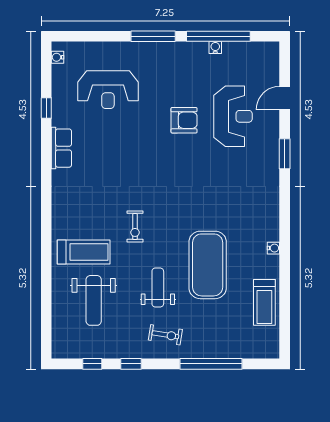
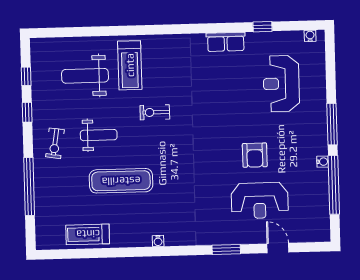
water cooler: (215, 47) -> (323, 162), moved
water cooler: (273, 248) -> (158, 241), moved
exercise mat: (208, 265) -> (121, 181), width x0.68

